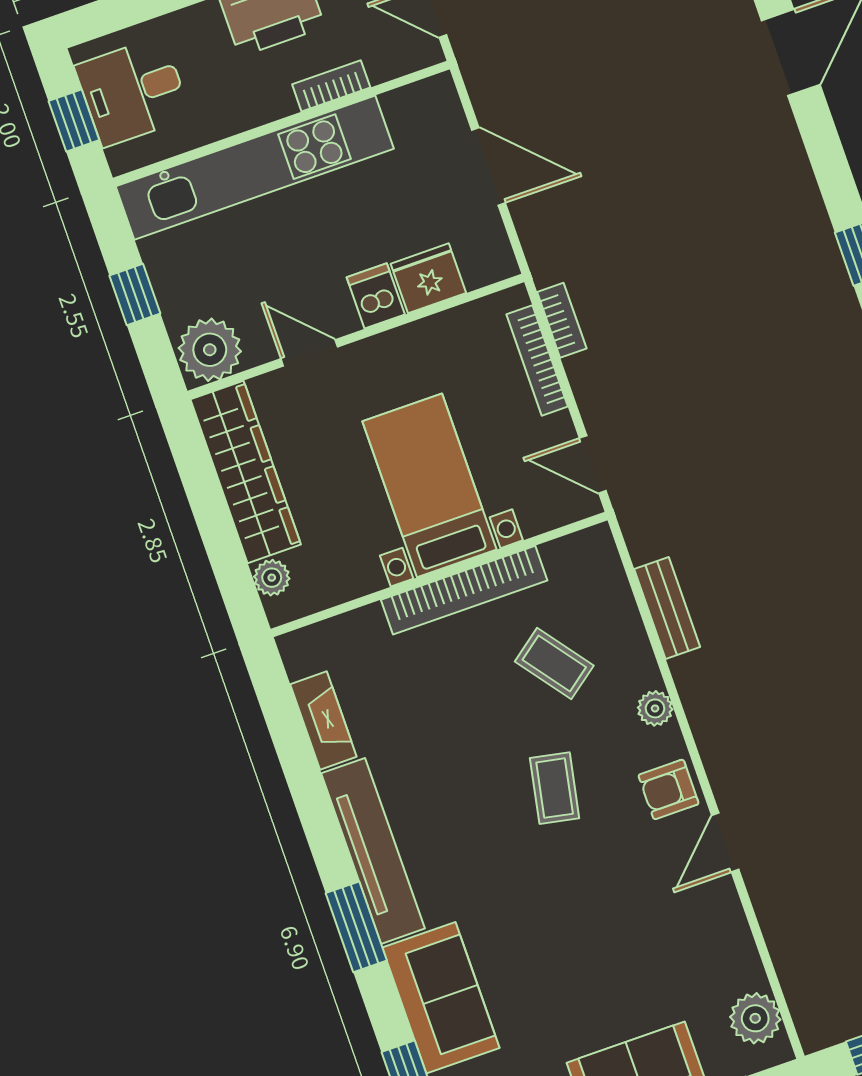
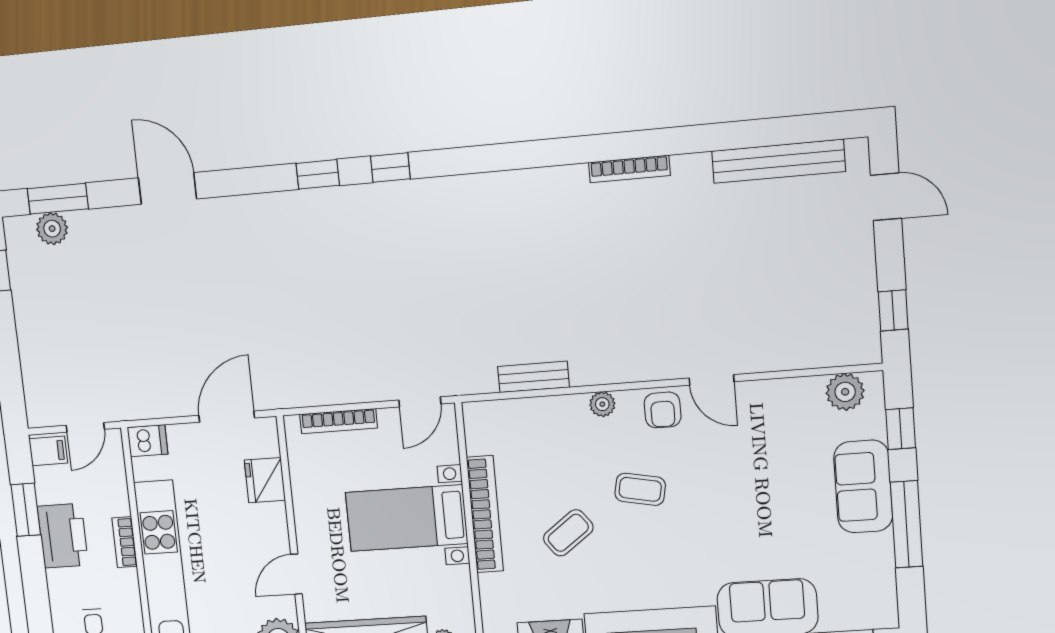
bookcase: (331, 86) -> (125, 542), moved
door: (488, 166) -> (227, 417), moved
dishwasher: (376, 296) -> (148, 441), moved, turned 180
bookcase: (562, 320) -> (315, 397), removed
coffee table: (554, 663) -> (568, 533), moved

